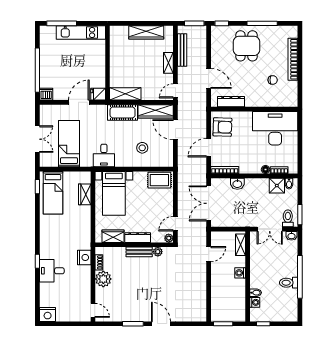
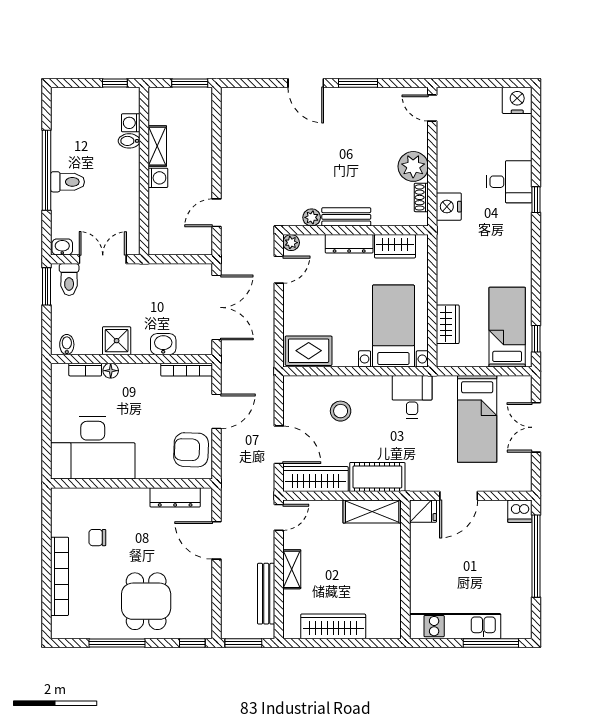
shower: (277, 186) -> (117, 341), moved
shelving: (240, 245) -> (157, 146), moved
toilet: (289, 283) -> (68, 182), moved

